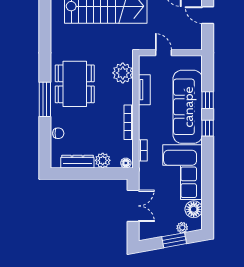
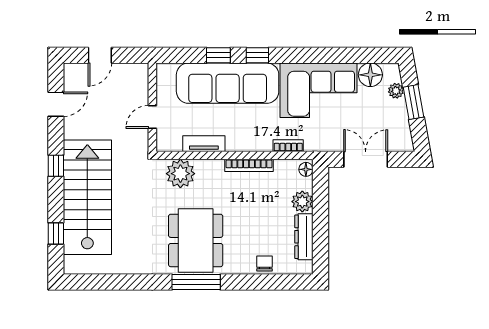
dining table: (75, 84) -> (196, 240), turned 90
window: (45, 99) -> (196, 282), moved

